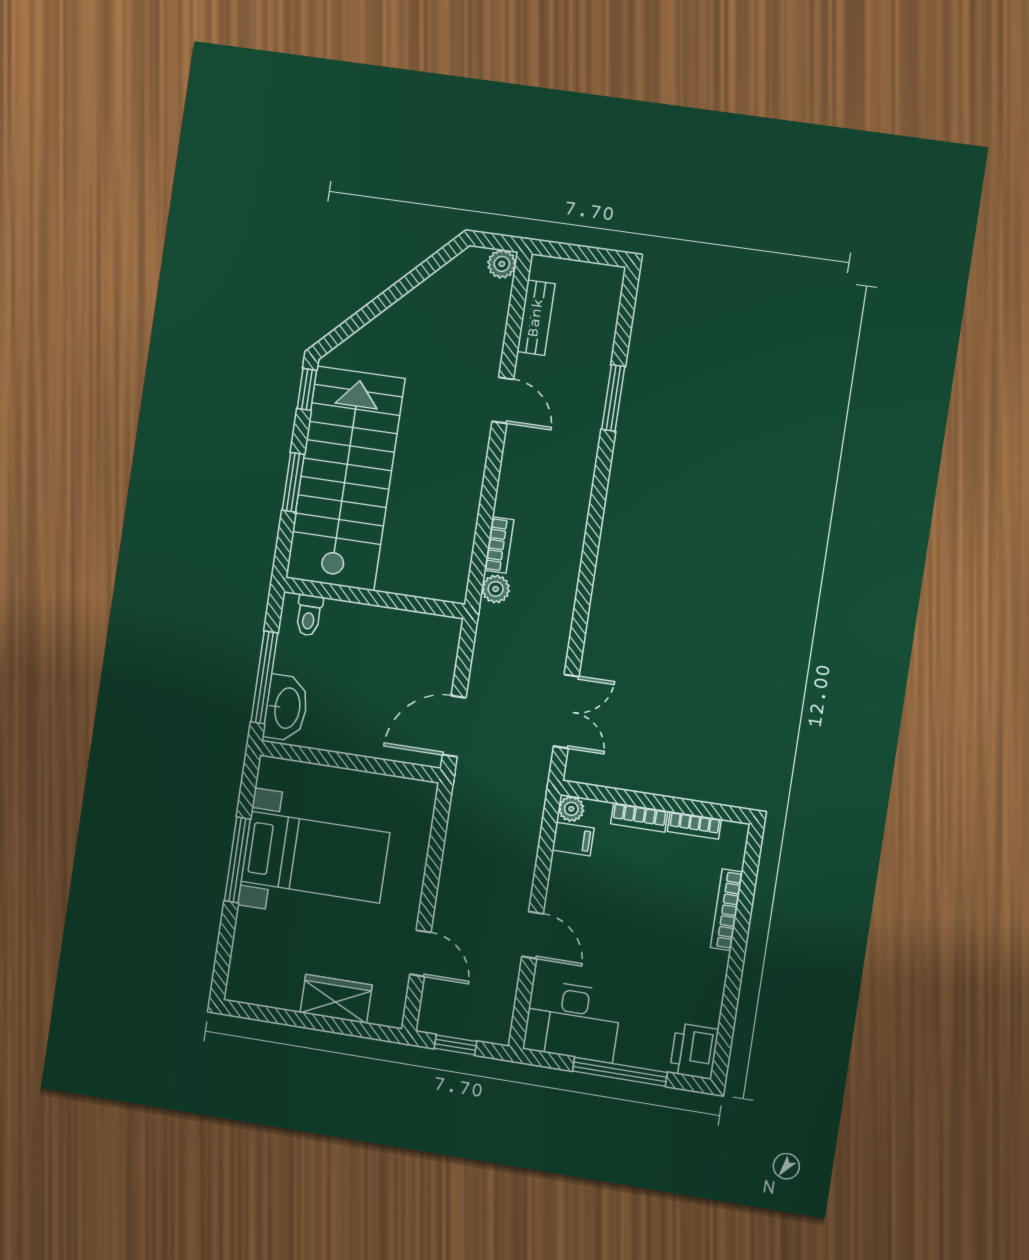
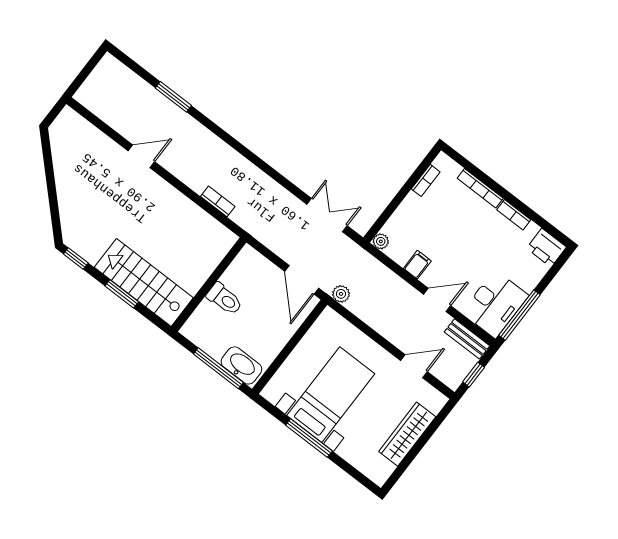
plant: (502, 264) -> (68, 116), removed
bench: (536, 318) -> (467, 339), moved
stairs: (345, 478) -> (144, 282), width x0.73, depth x0.66
plant: (496, 589) -> (341, 294), moved
toilet: (309, 615) -> (225, 299), moved, width x1.37, depth x1.39
bookcase: (639, 817) -> (514, 215), moved, turned 90
filing cabinet: (573, 839) -> (417, 265), moved
wardrobe: (336, 999) -> (407, 434), width x1.50
window: (620, 1072) -> (519, 315), moved

